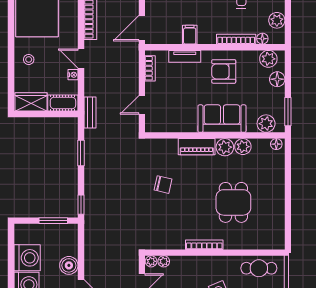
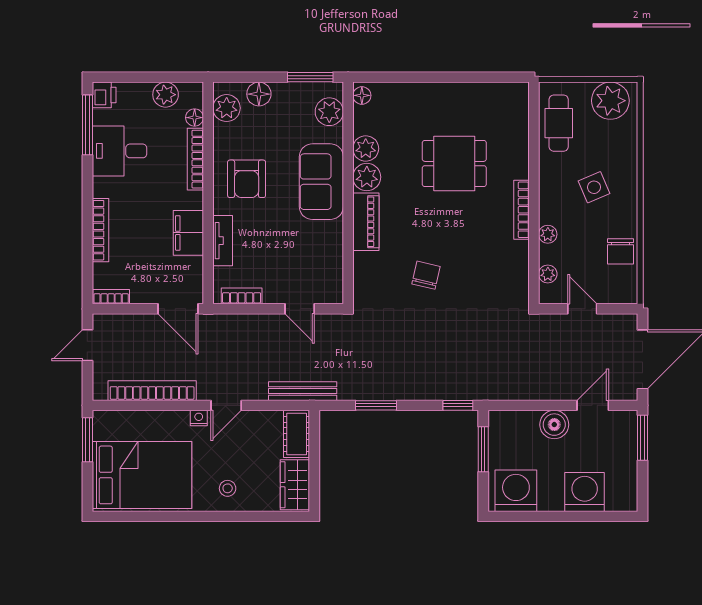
filing cabinet: (190, 35) -> (188, 233), width x2.00
nightstand: (73, 75) -> (199, 418), moved
bench: (90, 112) -> (303, 391), width x1.36
washing machine: (27, 258) -> (516, 491), moved
plant: (151, 261) -> (548, 234), moved

